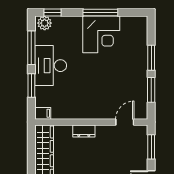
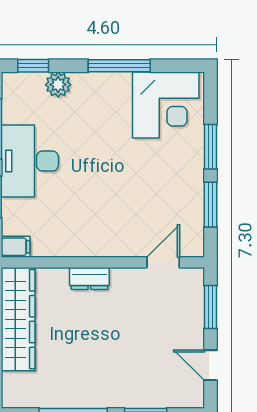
plant: (45, 23) -> (58, 85), moved
corner desk: (101, 34) -> (166, 105), moved

